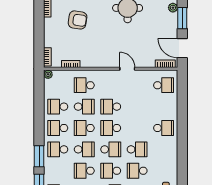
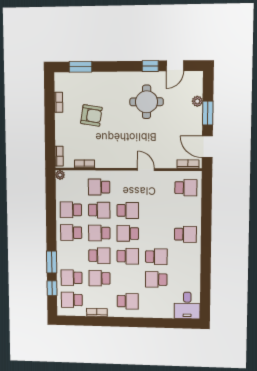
school desk: (111, 107) -> (128, 210), turned 180
school desk: (58, 149) -> (72, 278), moved
school desk: (111, 171) -> (128, 279), removed

